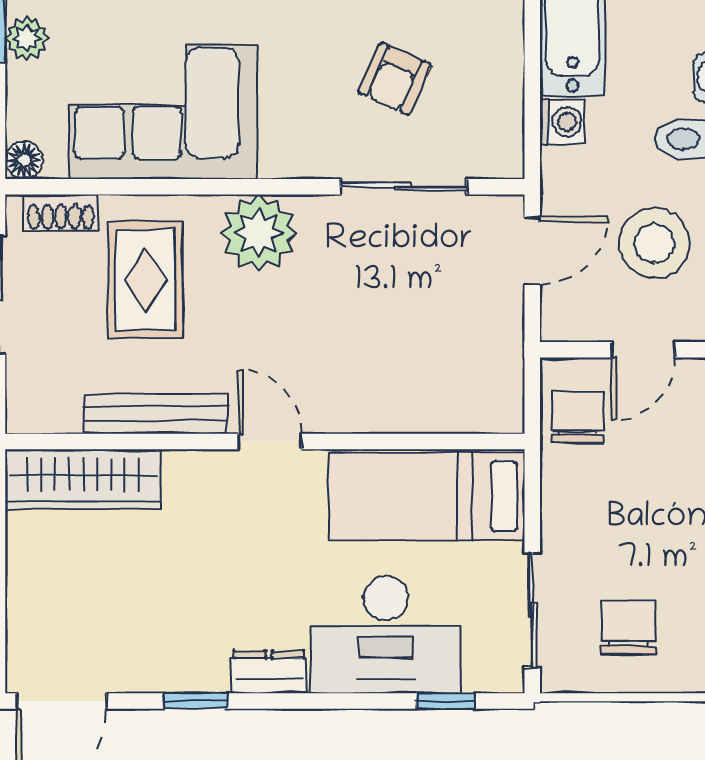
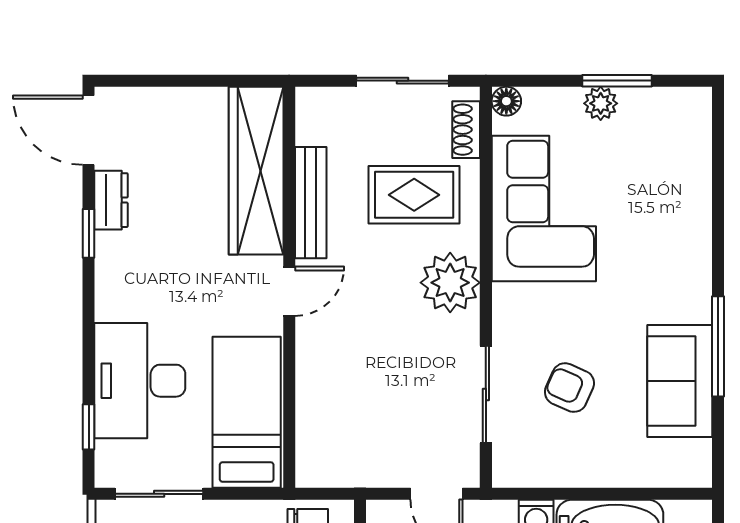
wardrobe: (83, 479) -> (256, 171), width x1.40, depth x1.17
dresser: (269, 672) -> (111, 200), moved

